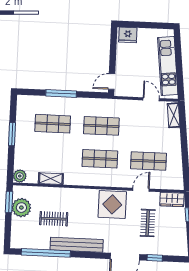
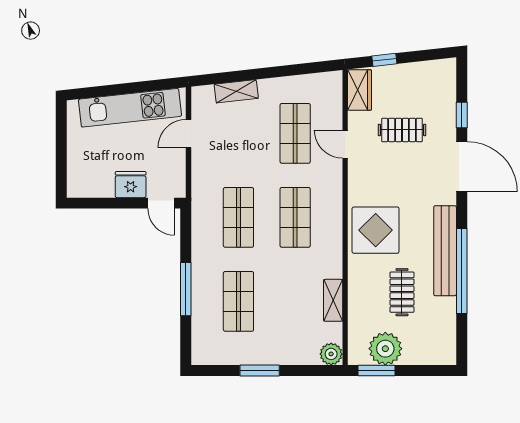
fridge: (128, 35) -> (131, 185), moved, turned -90
shelving: (174, 115) -> (236, 91), moved
display table: (112, 204) -> (376, 230), moved
window: (46, 253) -> (462, 271), moved

